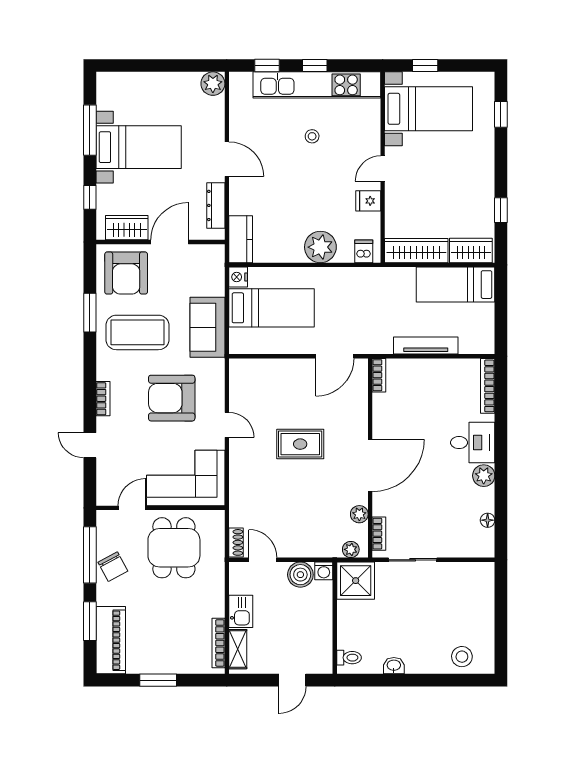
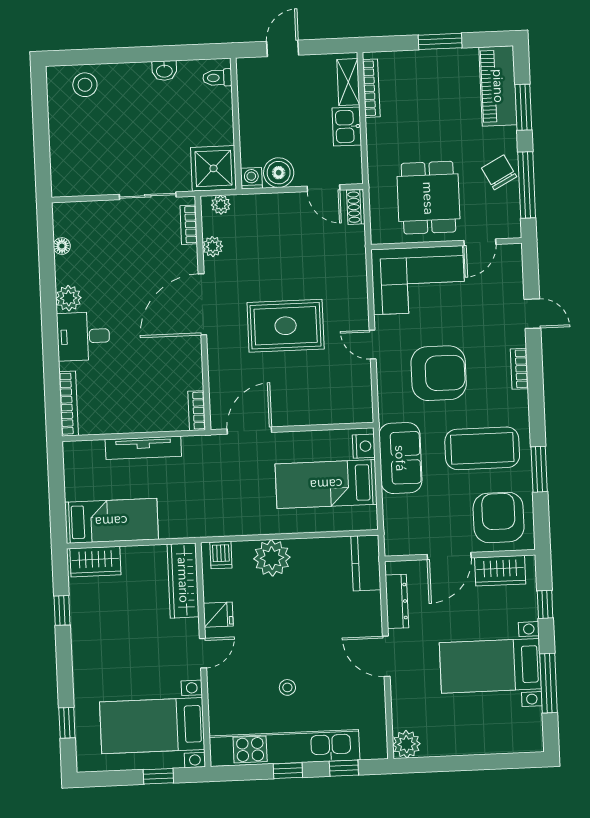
wardrobe: (416, 251) -> (183, 580), moved, turned 90
nightstand: (238, 277) -> (364, 446), moved
rug: (300, 444) -> (286, 326), width x1.36, depth x1.43

